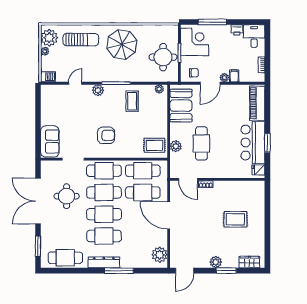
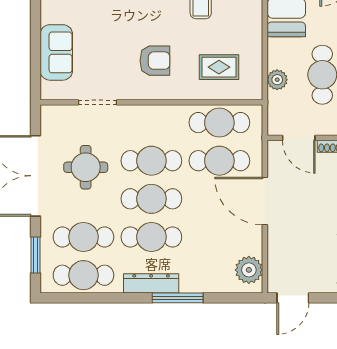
sofa: (50, 141) -> (56, 52), moved
rug: (154, 145) -> (219, 67), moved
cafe table: (104, 171) -> (83, 237), moved

